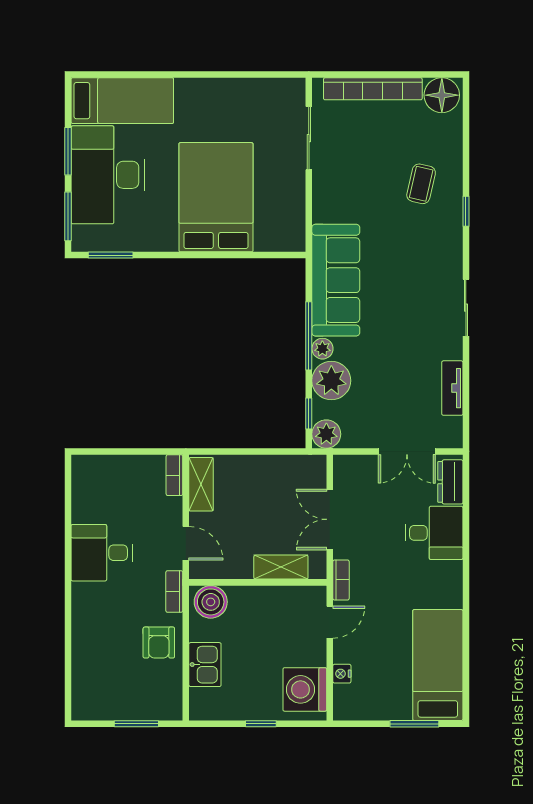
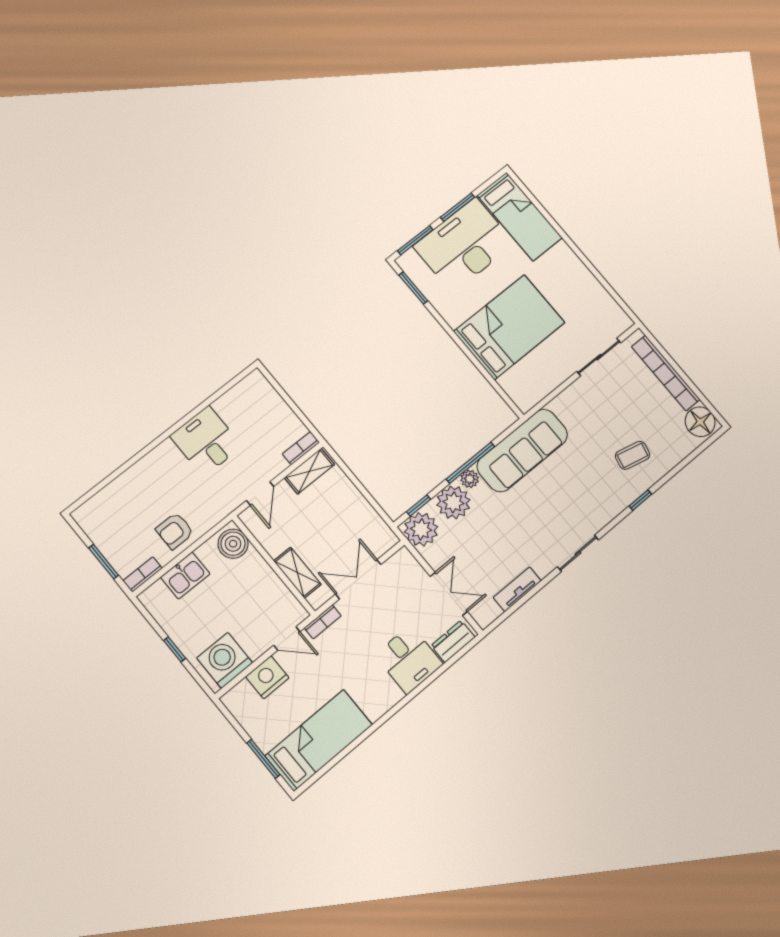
plant: (326, 434) -> (421, 529), width x1.36, depth x1.36
double door: (407, 451) -> (449, 594), swing flipped
bookcase: (174, 591) -> (143, 574), moved
nightstand: (342, 674) -> (267, 677), width x1.89, depth x1.79

